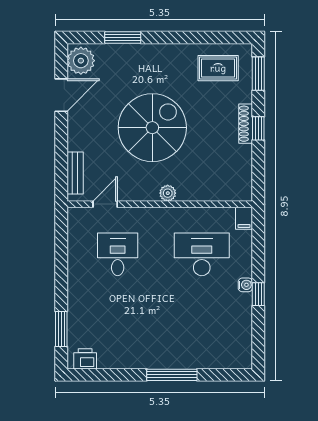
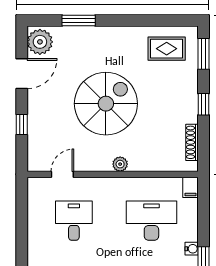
shoe rack: (246, 124) -> (192, 142), moved
window: (61, 150) -> (22, 124), added
bench: (75, 173) -> (35, 146), removed

